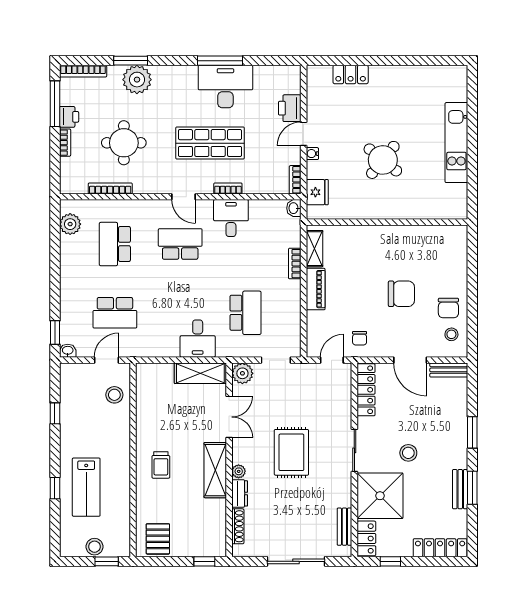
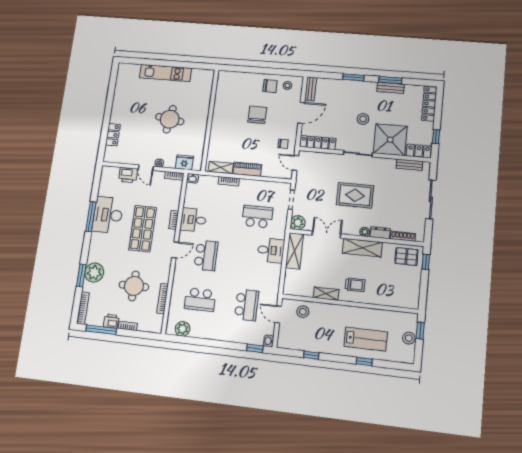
round table: (383, 160) -> (170, 119), turned -31
school desk: (180, 244) -> (206, 255), turned 180
shelving: (144, 425) -> (326, 294), added
pallet: (158, 539) -> (406, 257), moved

